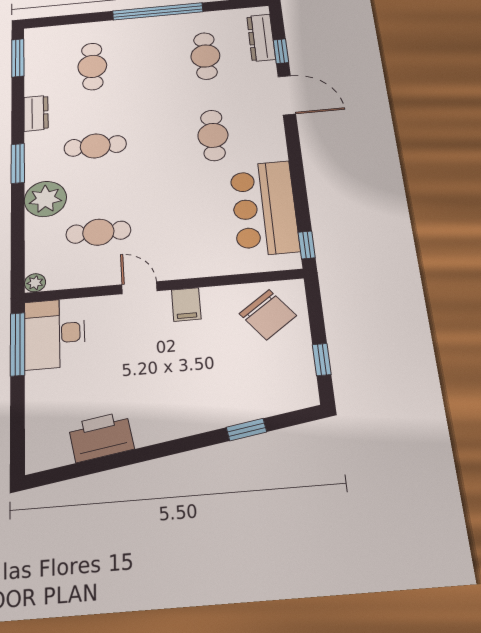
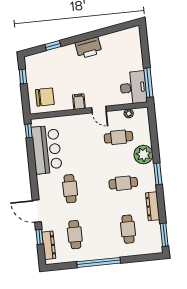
dresser: (36, 113) -> (153, 206), width x1.44
plant: (35, 283) -> (129, 113), moved
chair: (268, 315) -> (45, 97), turned 127
printer: (101, 437) -> (88, 48), moved

